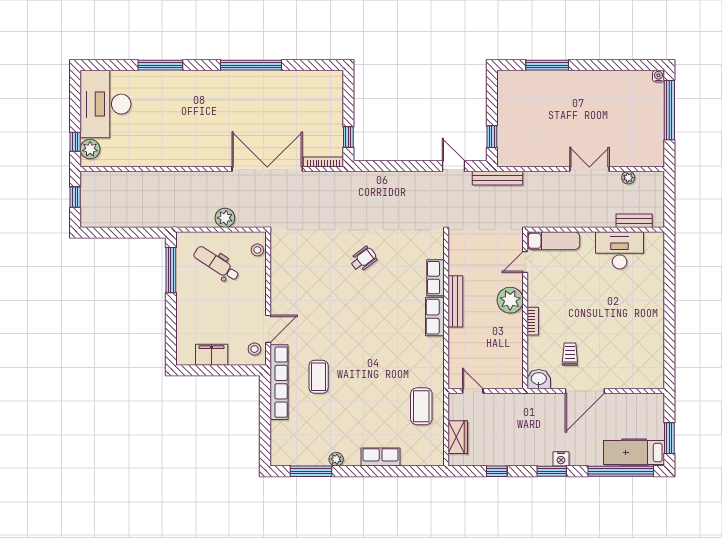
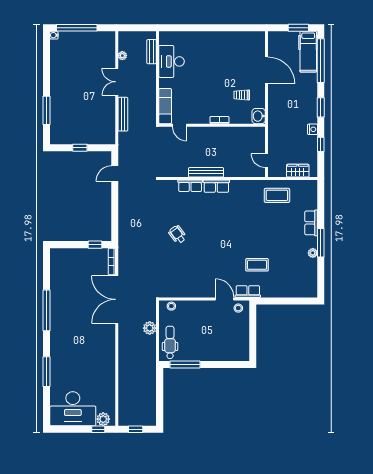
window: (492, 137) -> (80, 148), moved
bench: (498, 178) -> (123, 114), moved
dental chair: (216, 264) -> (170, 342), moved, turned 147
plant: (510, 300) -> (205, 135), removed
filing cabinet: (212, 355) -> (242, 337), removed
row of seats: (279, 382) -> (248, 292), width x0.50
door: (473, 391) -> (267, 161), hinge flipped
door: (585, 391) -> (267, 70), moved
nightstand: (561, 459) -> (313, 129), moved
window: (311, 471) -> (321, 243), moved

